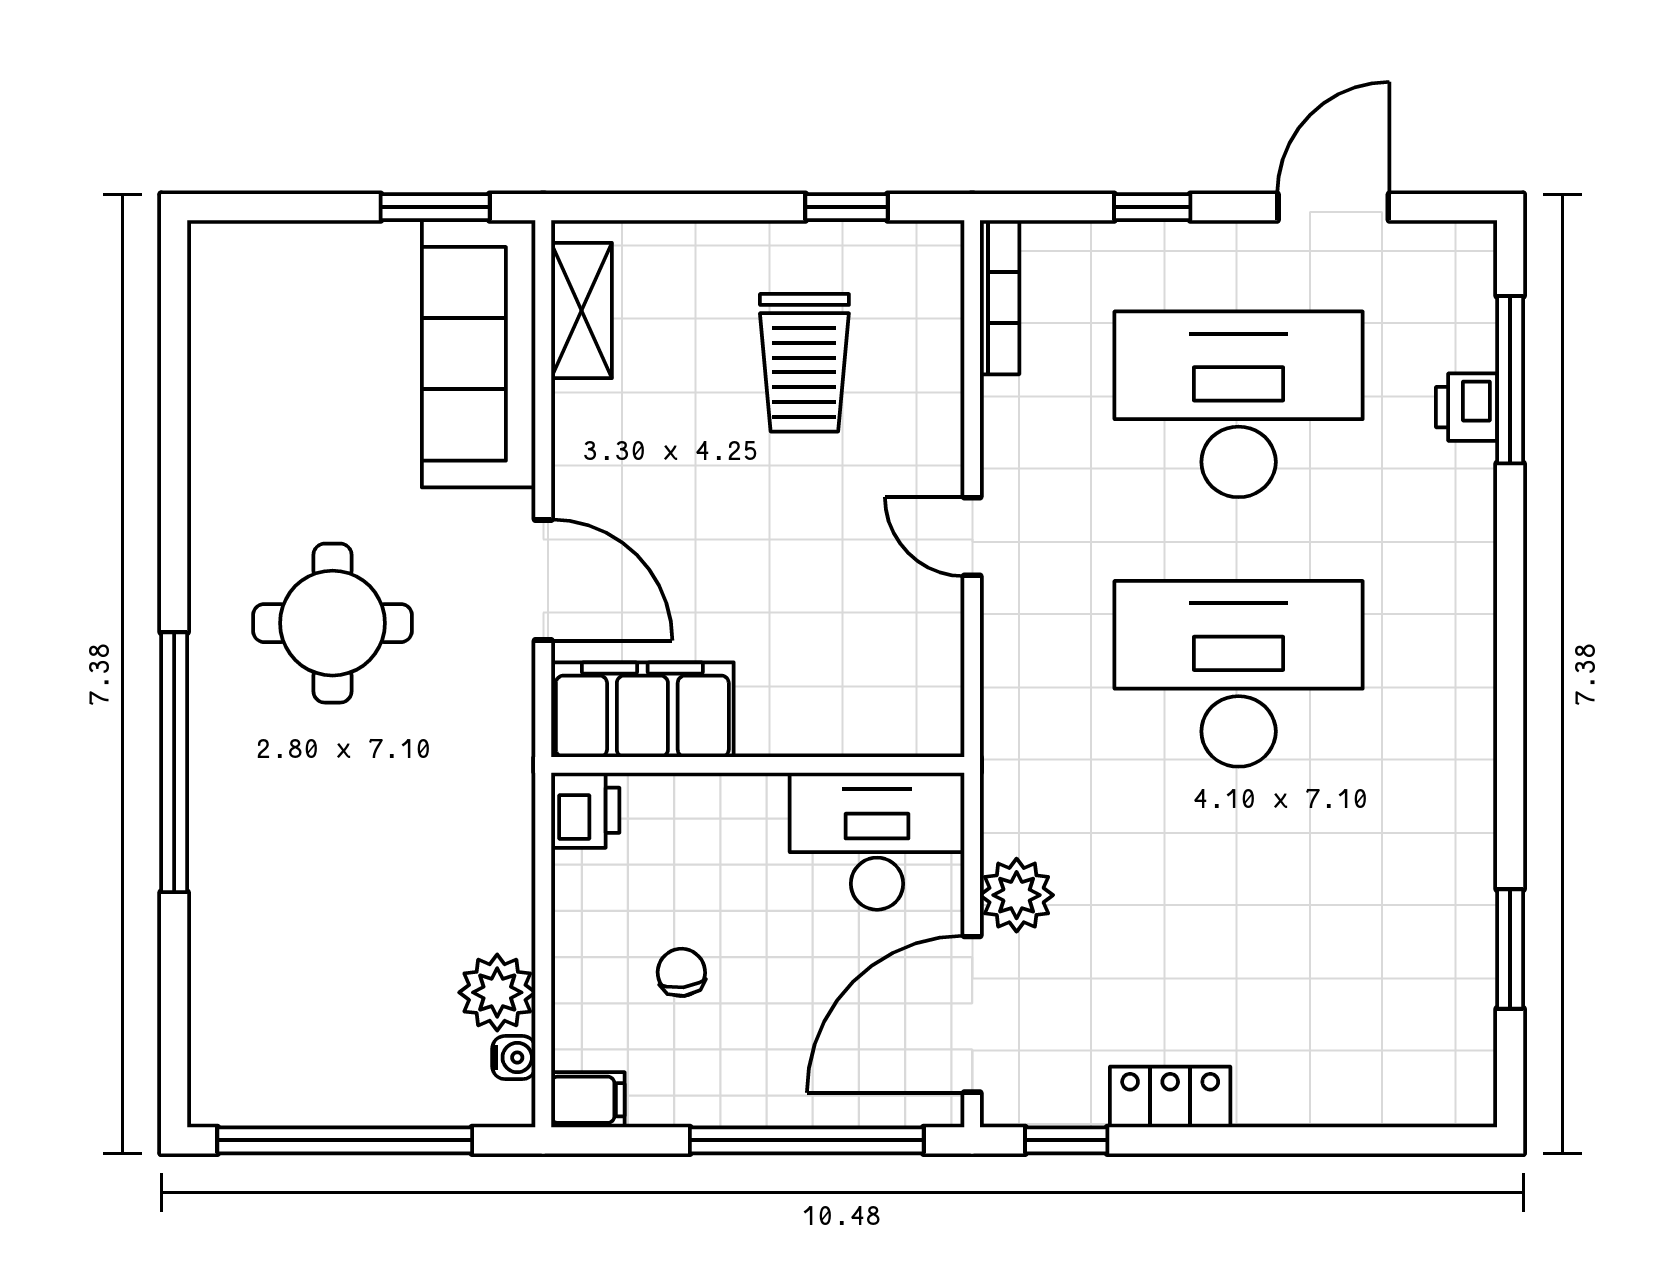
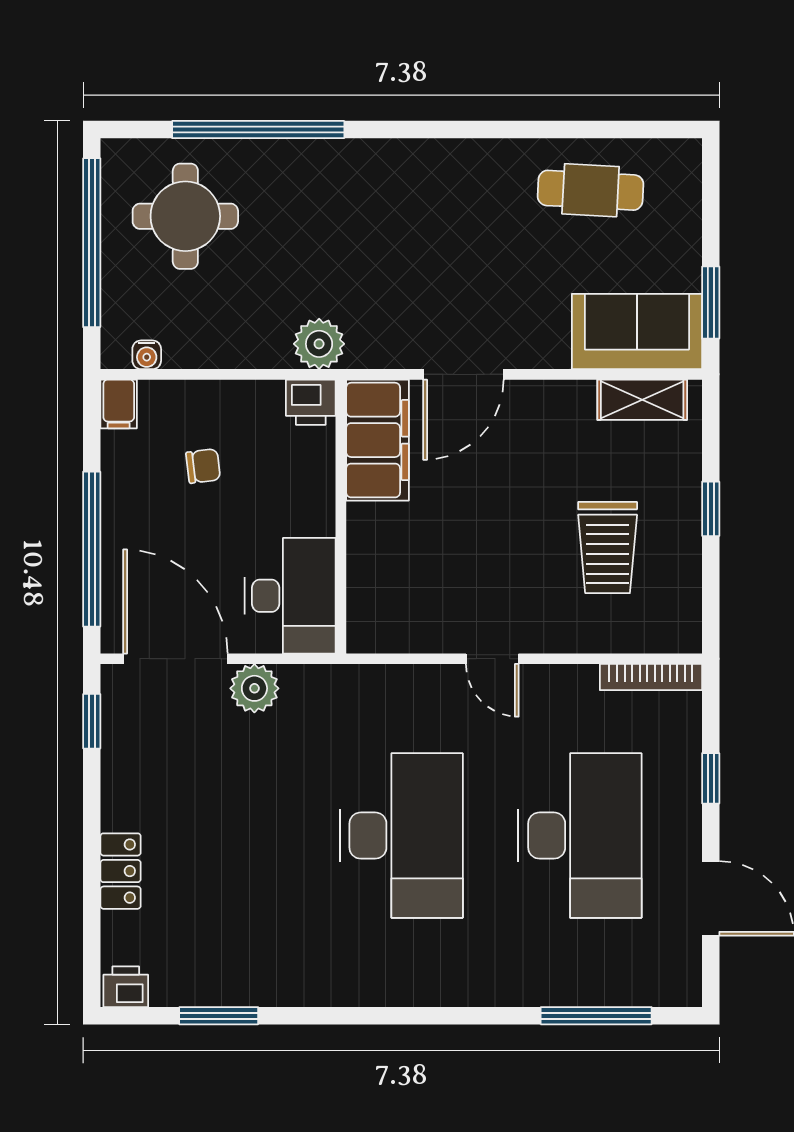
window: (847, 207) -> (711, 509), moved
sofa: (479, 354) -> (637, 332), width x0.73
trolley: (804, 363) -> (608, 548), turned -90
cafe table: (266, 388) -> (591, 190), added
printer: (1467, 407) -> (126, 987), moved
door: (972, 537) -> (492, 659), swing flipped
round table: (333, 623) -> (185, 216), moved
window: (174, 762) -> (258, 130), moved
plant: (497, 992) -> (319, 344), moved
locker: (1170, 1097) -> (121, 871), moved

